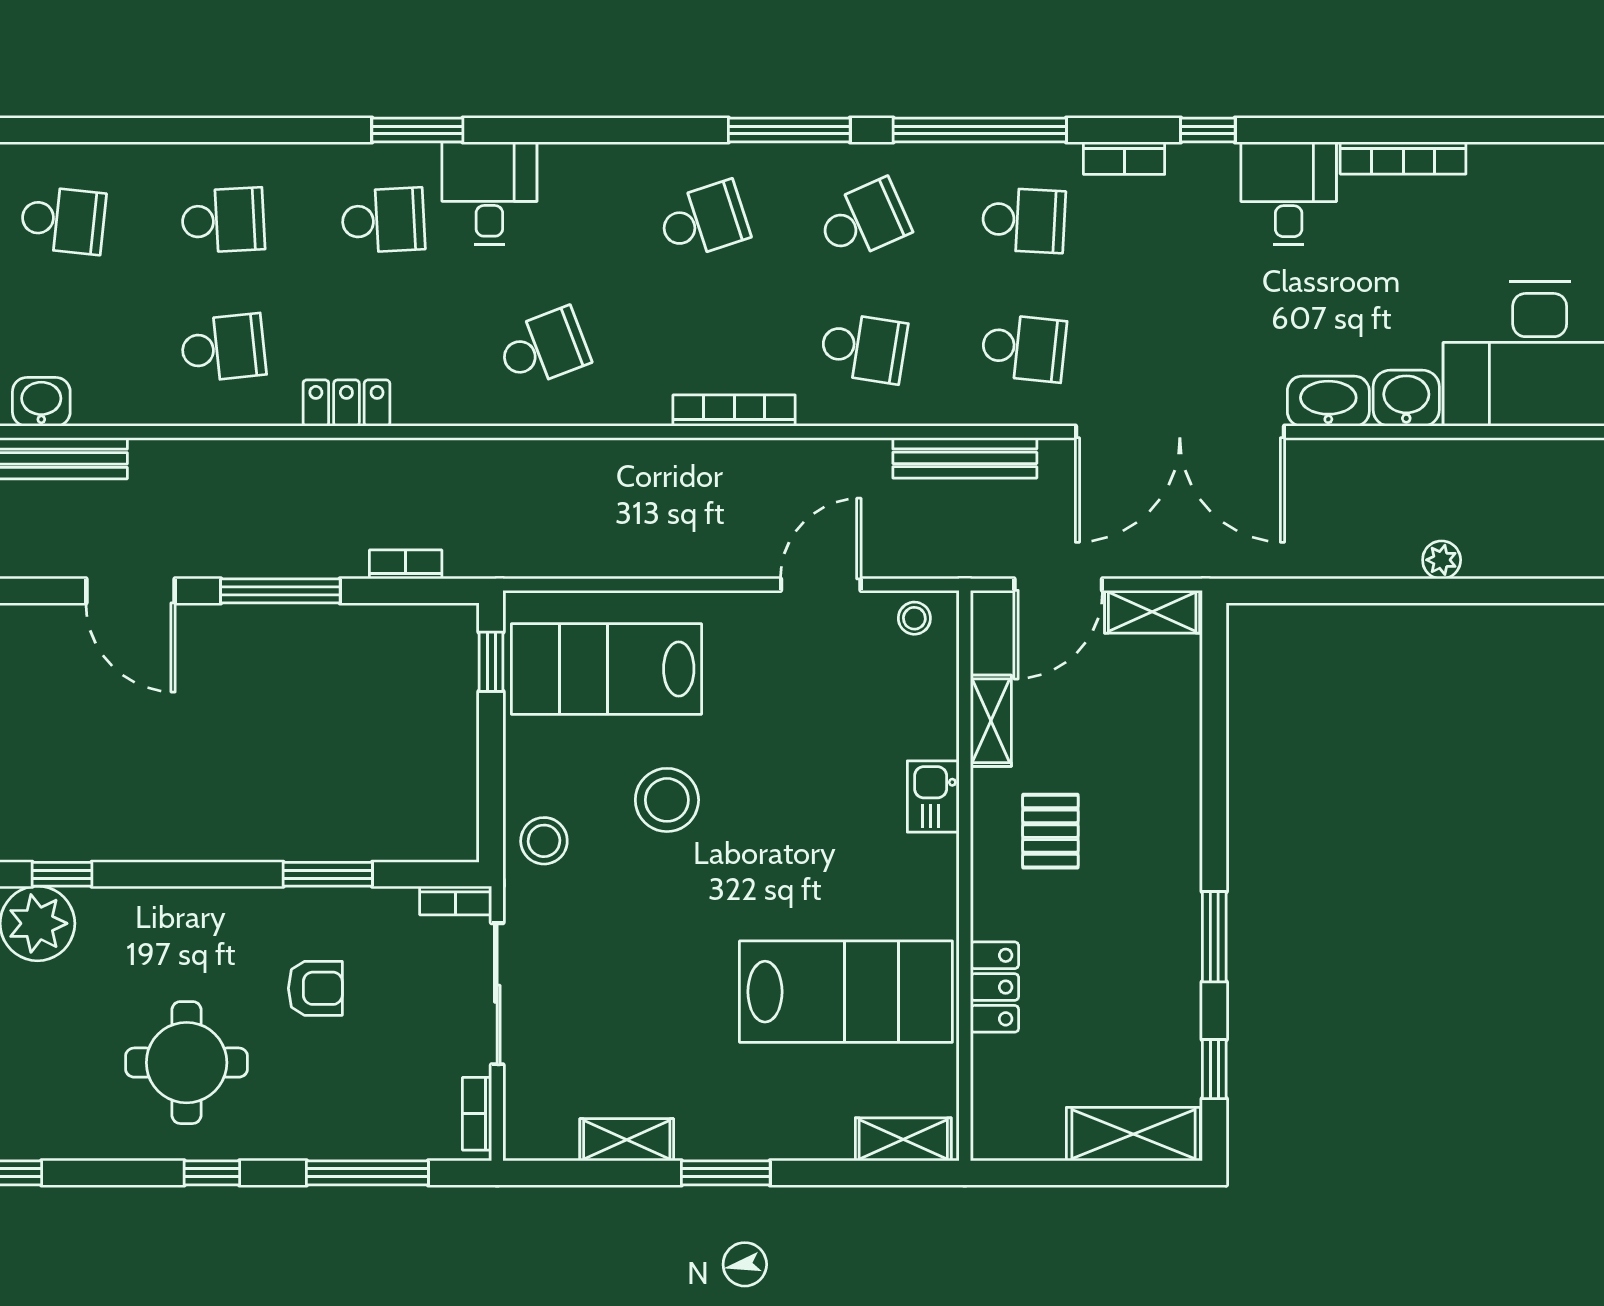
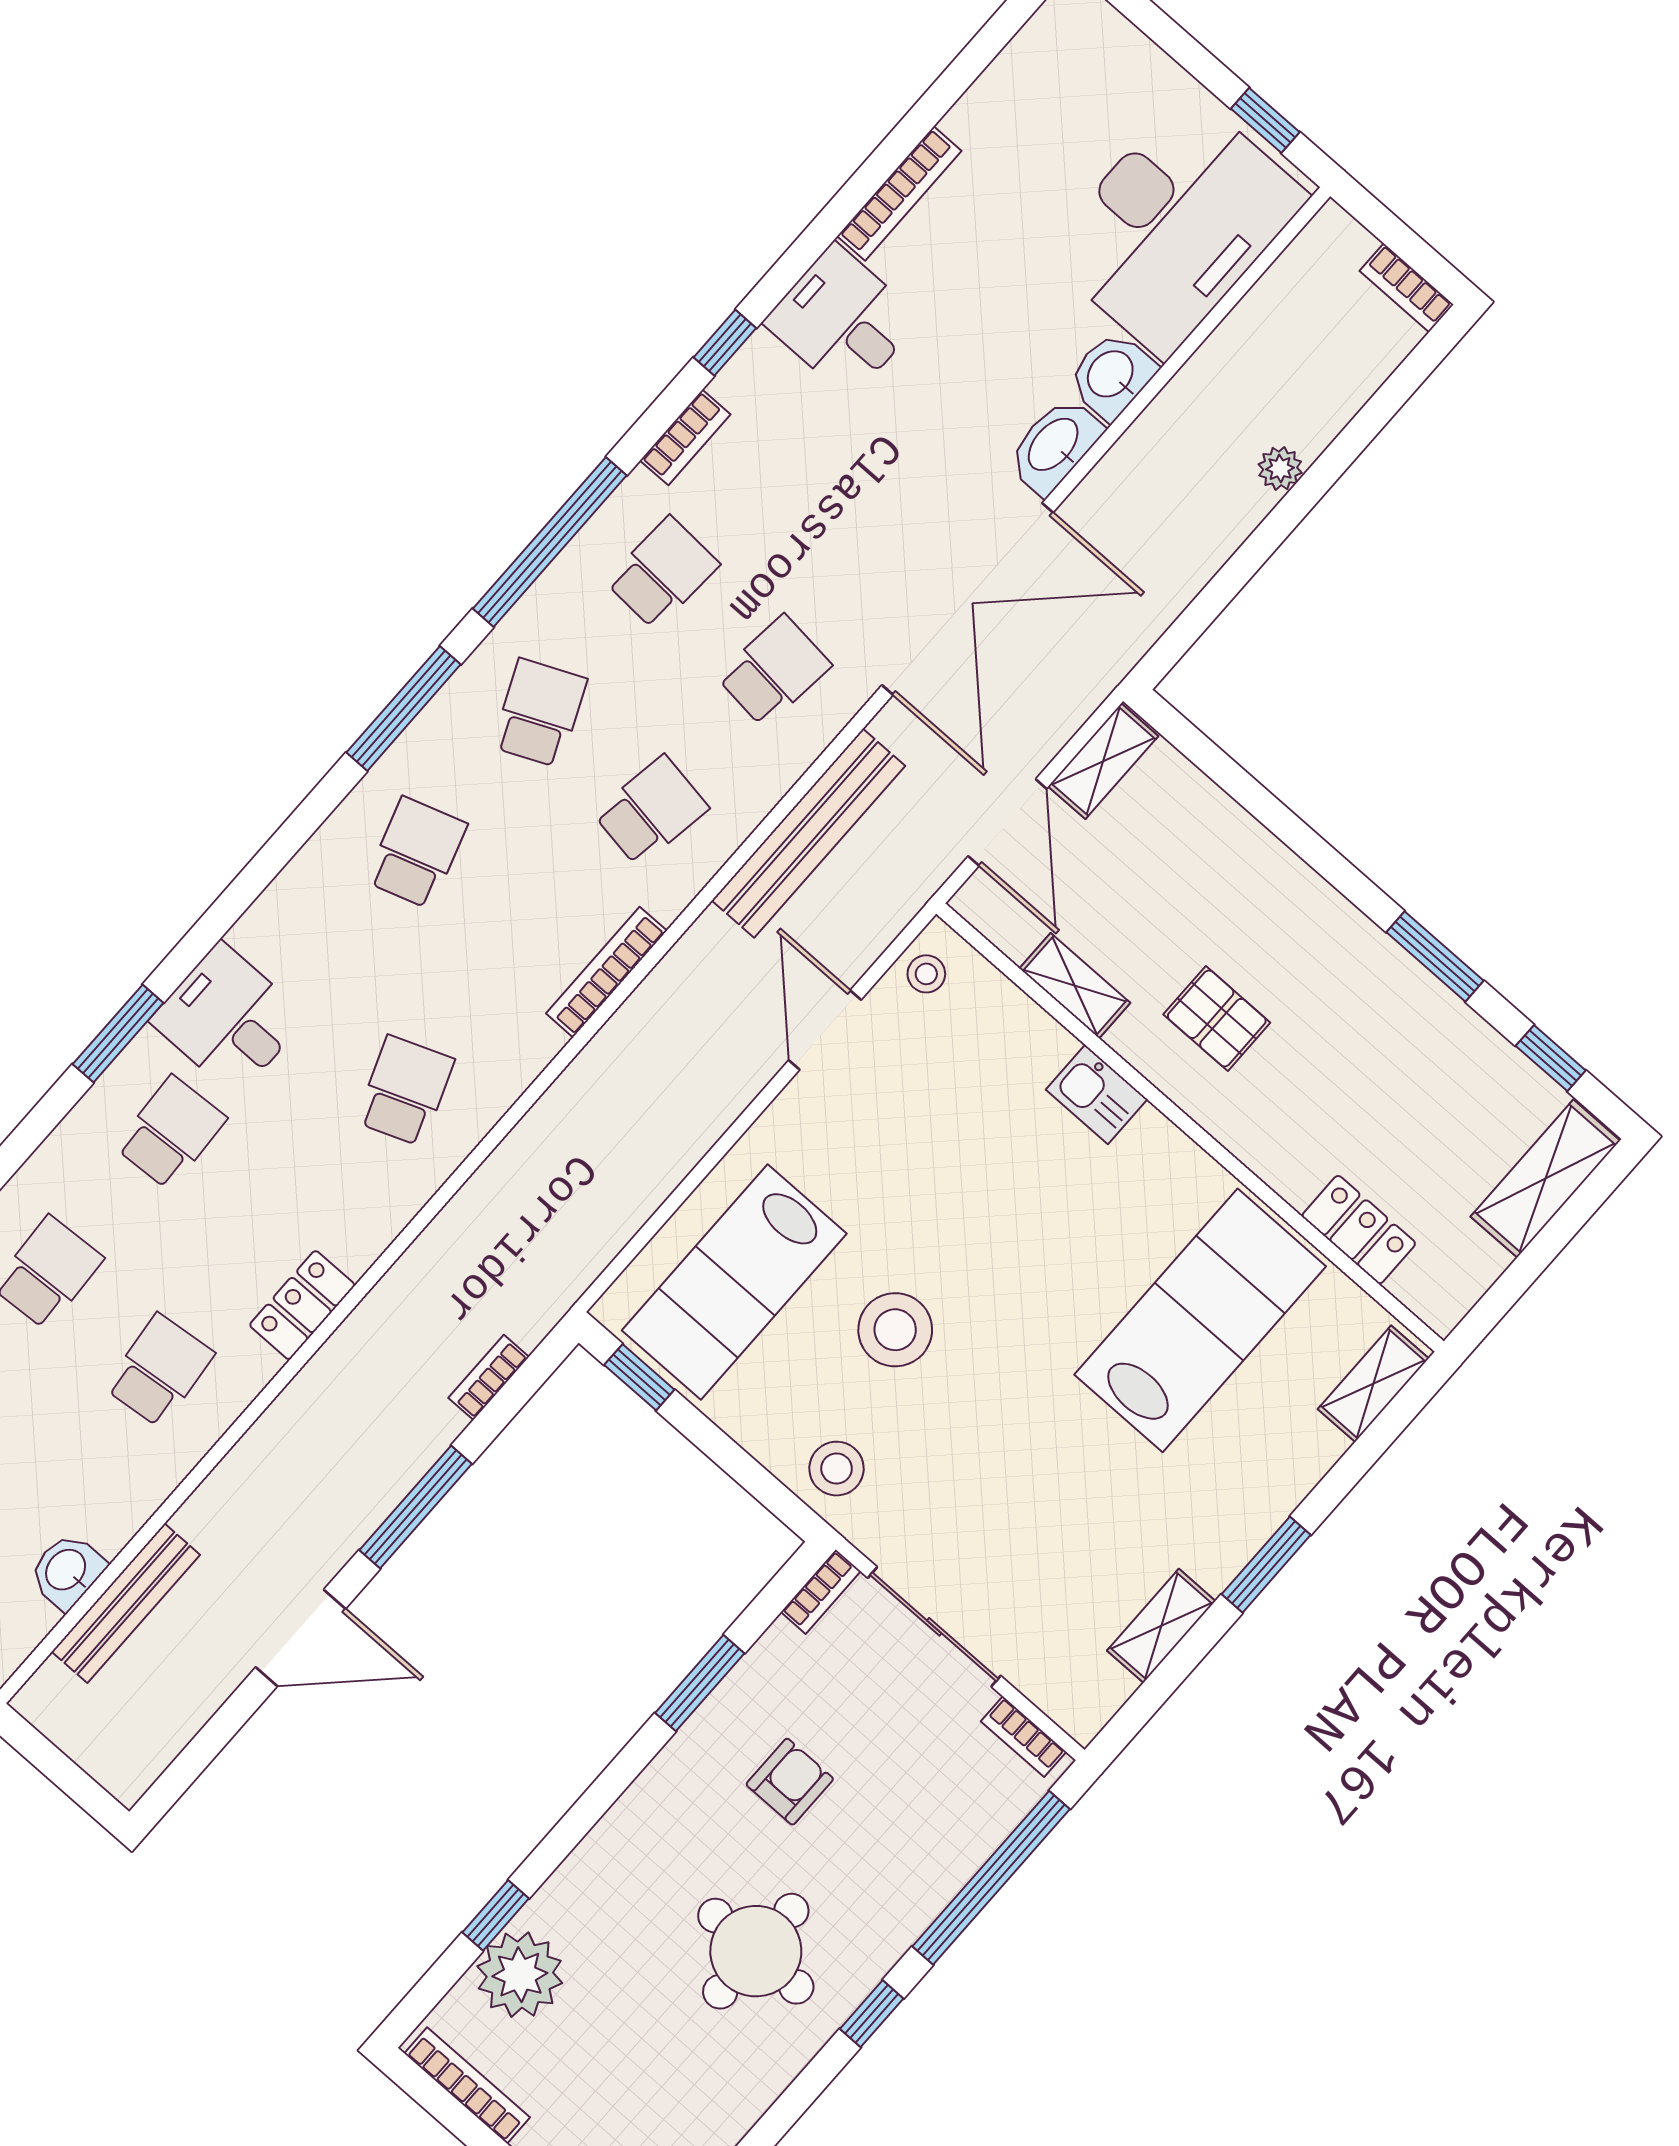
bench: (965, 458) -> (808, 833), width x1.37, depth x1.21
locker: (995, 987) -> (1359, 1230), moved
window: (367, 1173) -> (991, 1878), width x1.46

